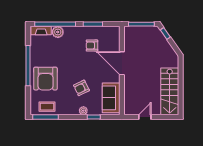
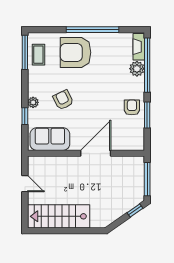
armchair: (92, 46) -> (132, 107), moved

